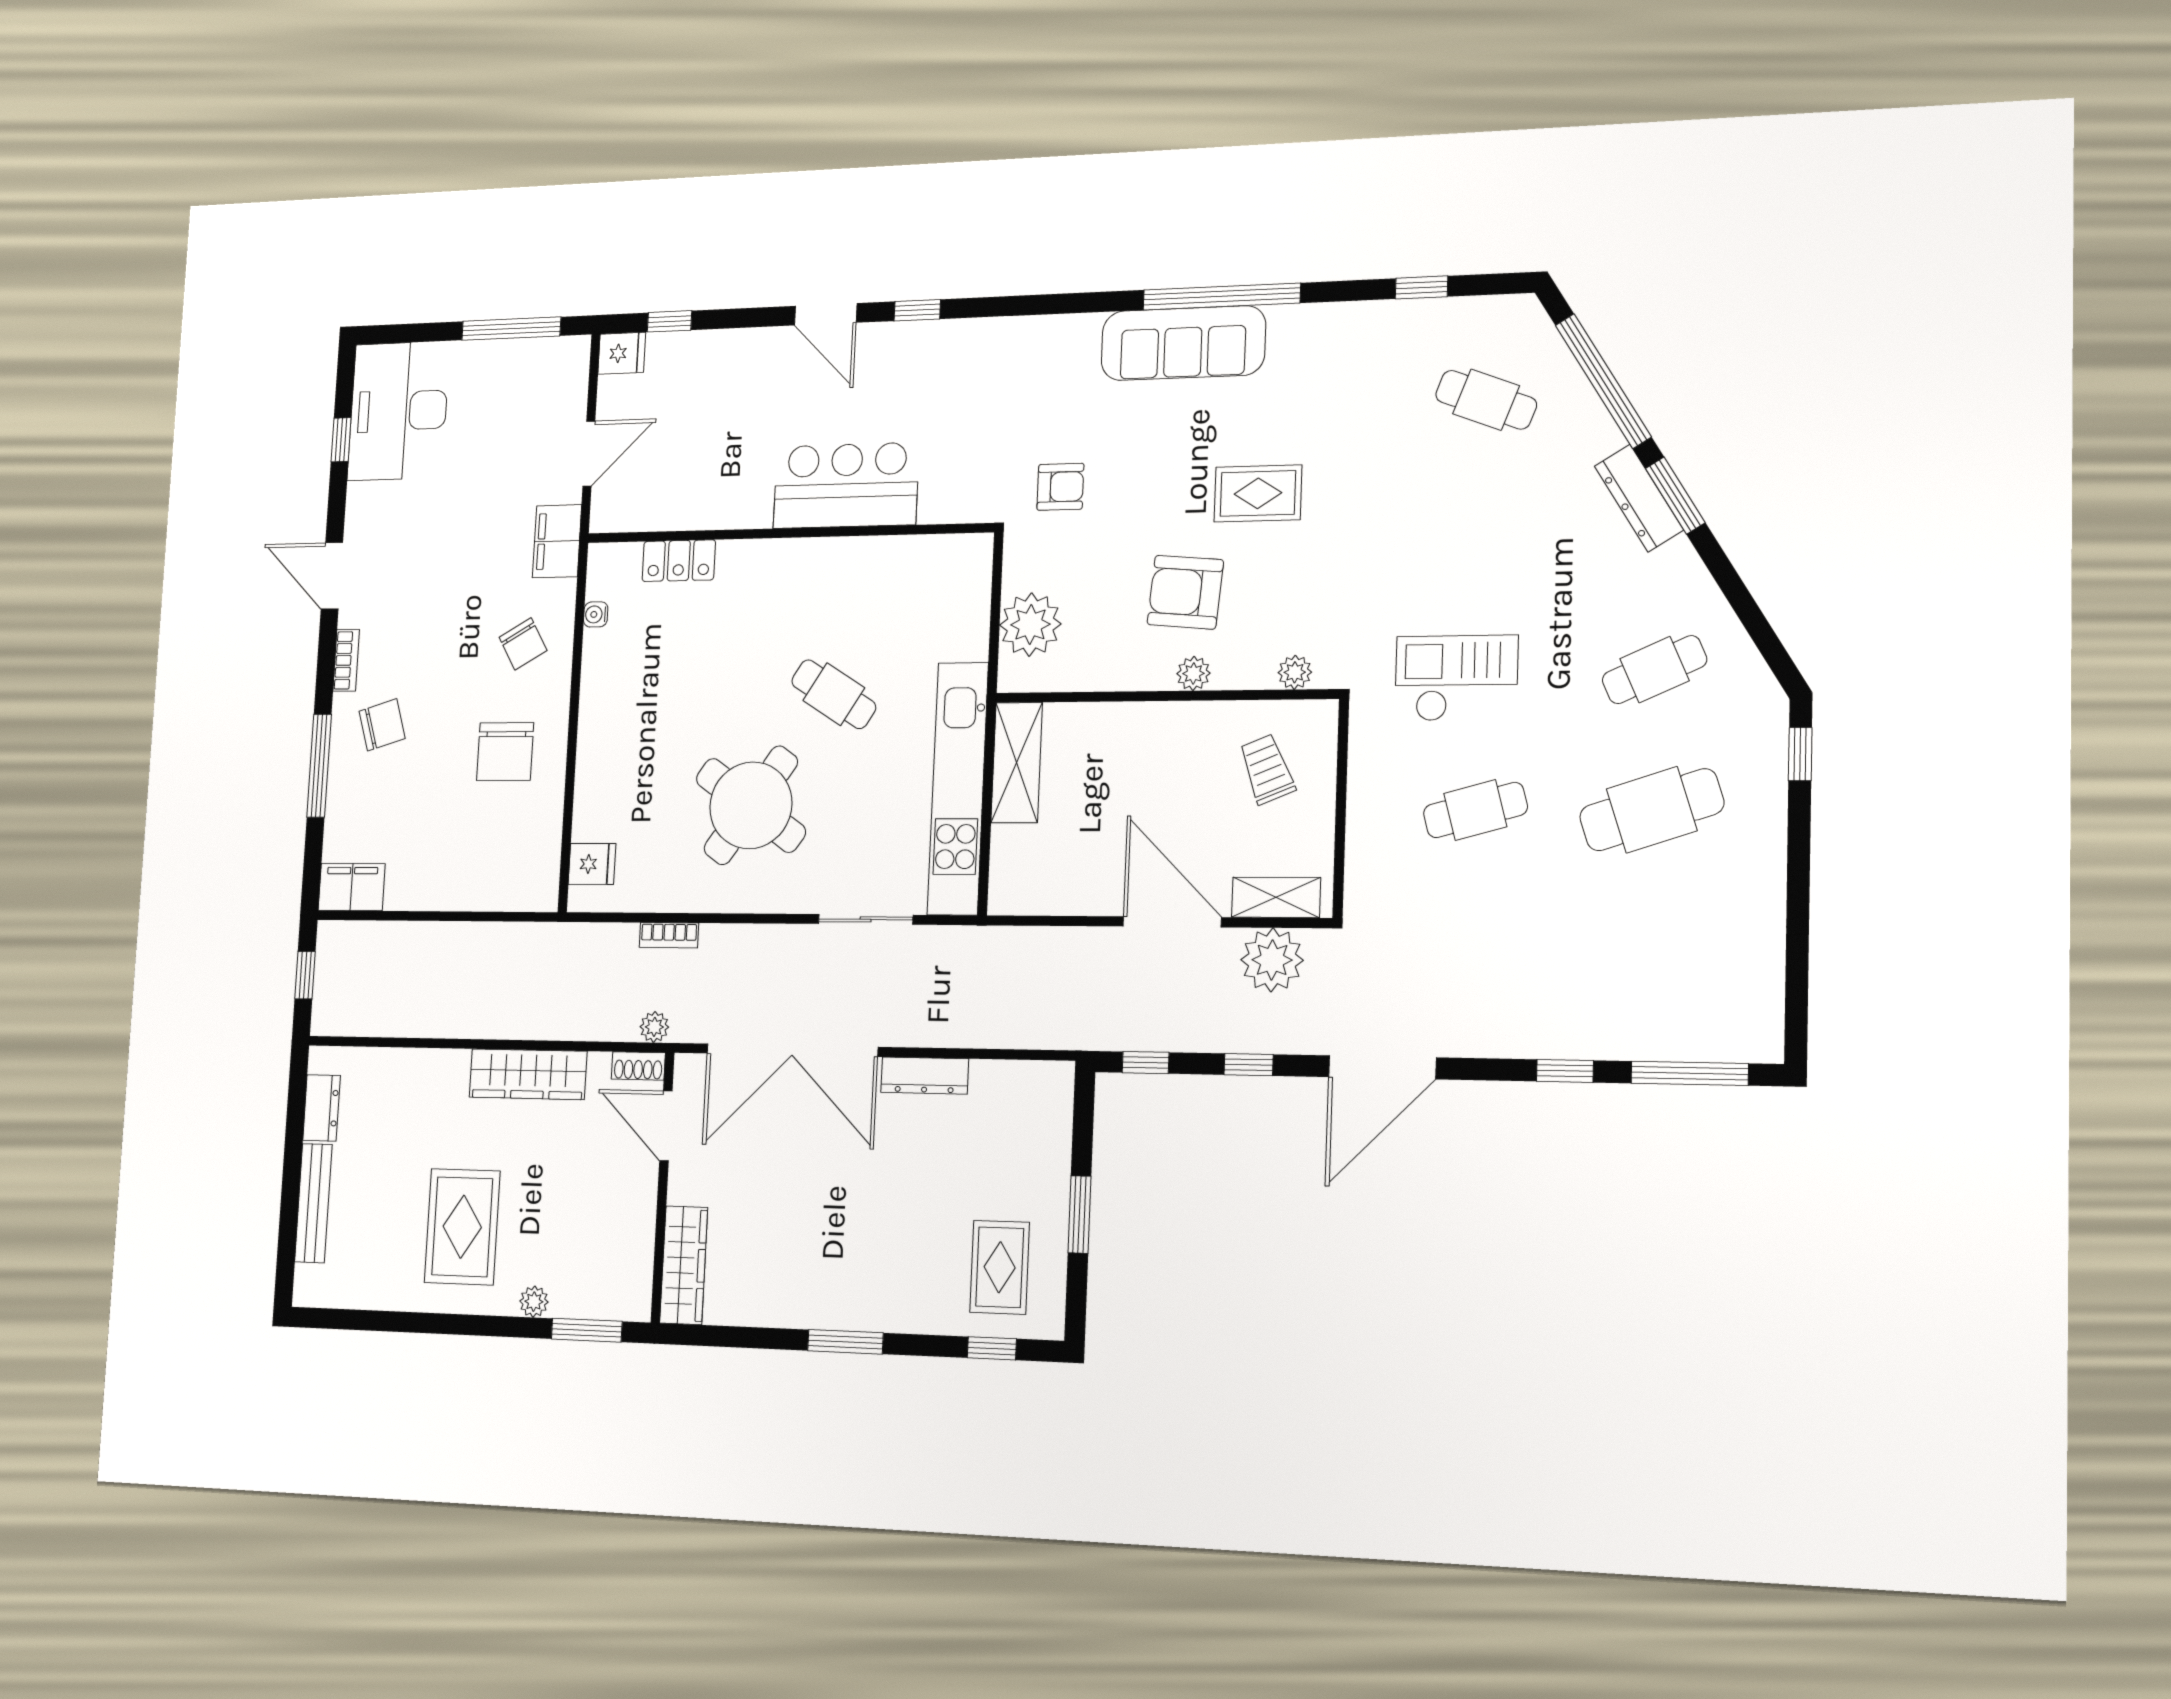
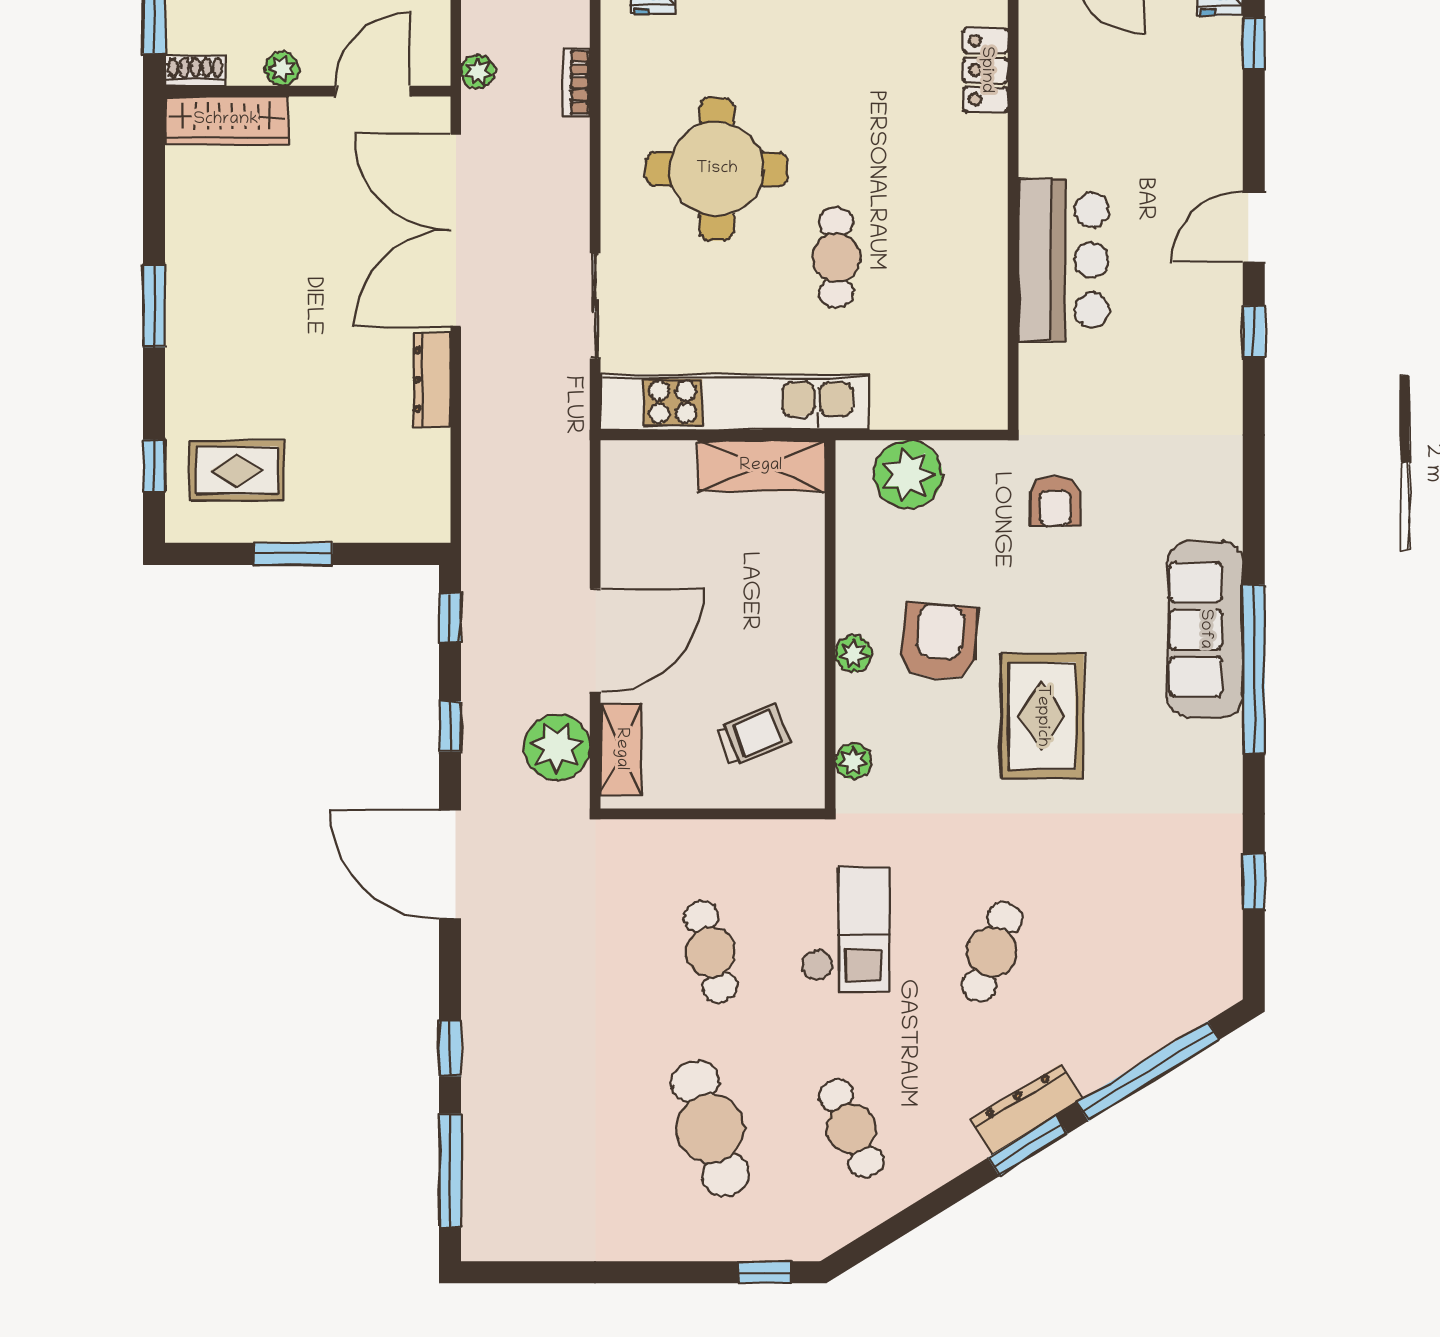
cafe table: (1486, 400) -> (992, 952), moved
rug: (1258, 493) -> (1042, 716), width x1.36, depth x1.43
cafe table: (834, 694) -> (836, 258), turned -32
round table: (751, 805) -> (717, 169), turned -35
shoe rack: (638, 1066) -> (195, 71), moved, turned 90
plant: (642, 1211) -> (282, 69), added

